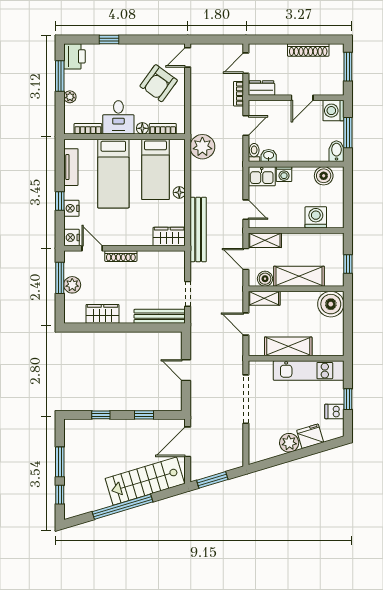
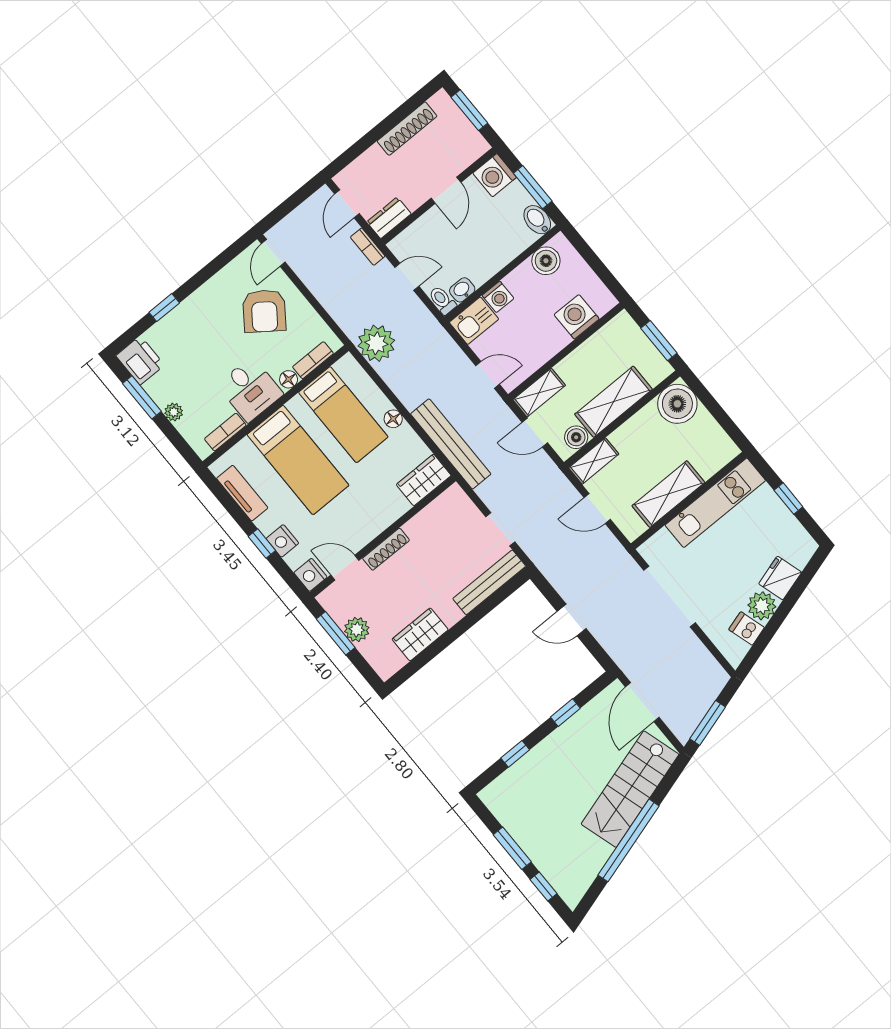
door: (246, 126) -> (407, 277), hinge flipped
window: (348, 264) -> (659, 341), width x1.50
dishwasher: (334, 411) -> (747, 629), moved, turned 73

